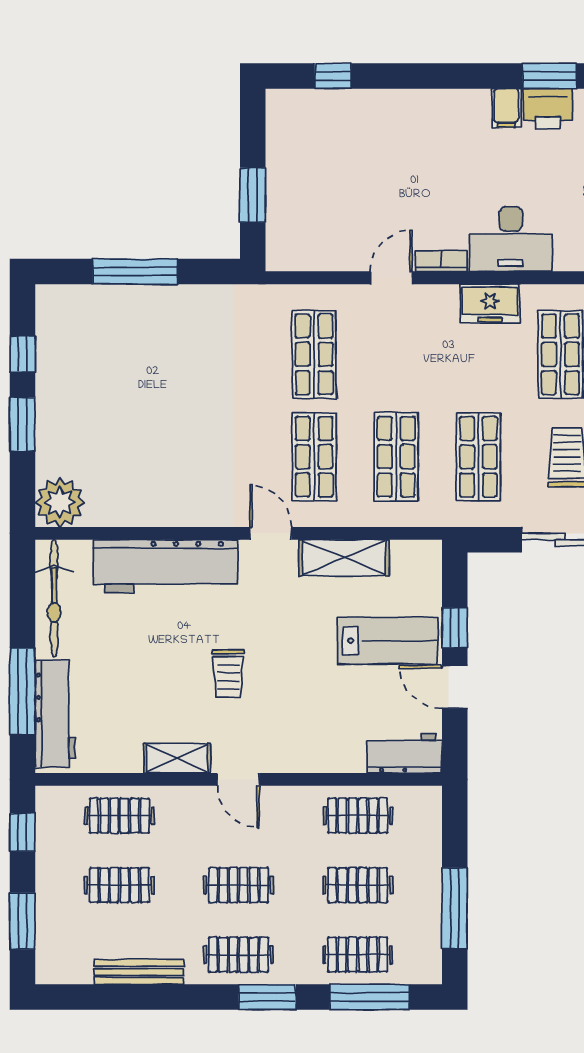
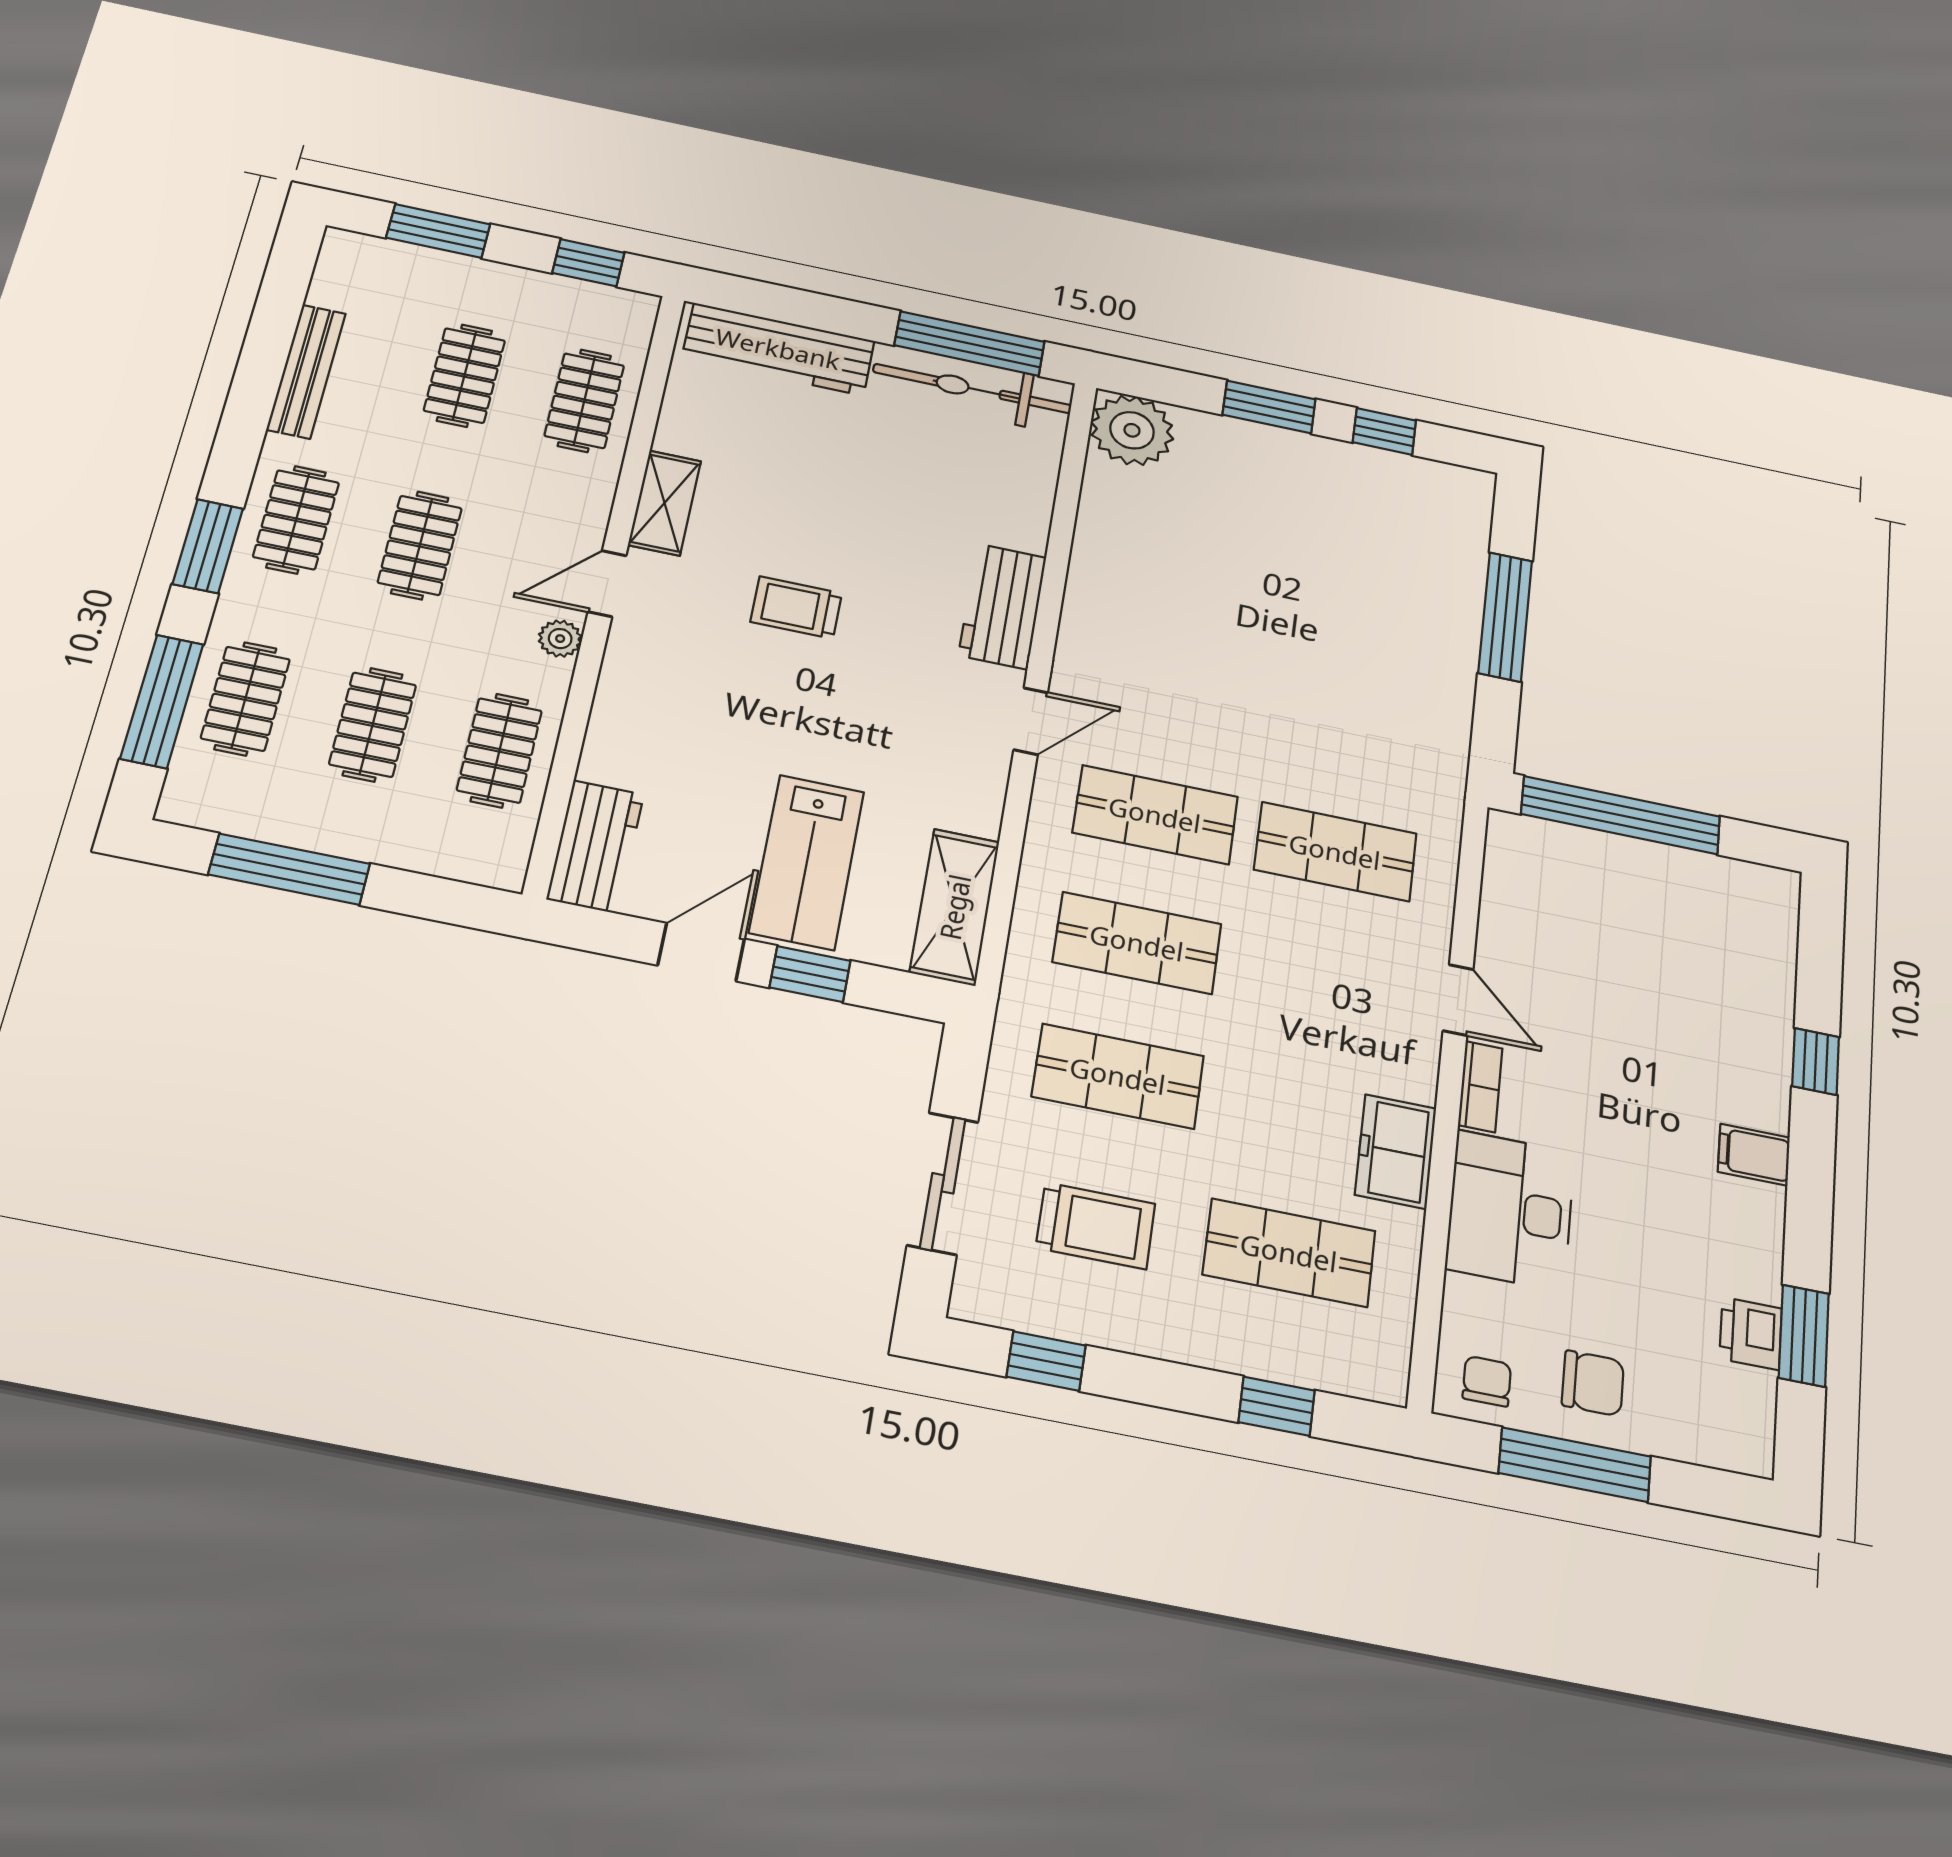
window: (333, 76) -> (1816, 1061), moved
filing cabinet: (506, 108) -> (1754, 1155), moved
printer: (548, 109) -> (1751, 1333), width x0.73, depth x0.81
window: (253, 195) -> (1621, 815), width x2.11
shelving: (344, 558) -> (955, 907), moved
workbench: (165, 566) -> (1003, 606), width x0.53, depth x0.76
window: (22, 691) -> (969, 344), moved
plant: (280, 798) -> (560, 639), added

